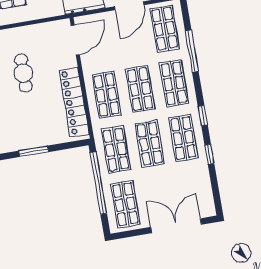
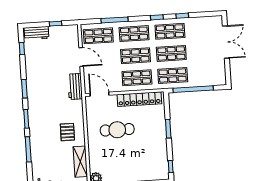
cafe table: (23, 73) -> (117, 130), width x1.37, depth x1.35
shop shelf: (125, 204) -> (209, 73), removed
double door: (176, 226) -> (226, 42), swing flipped

